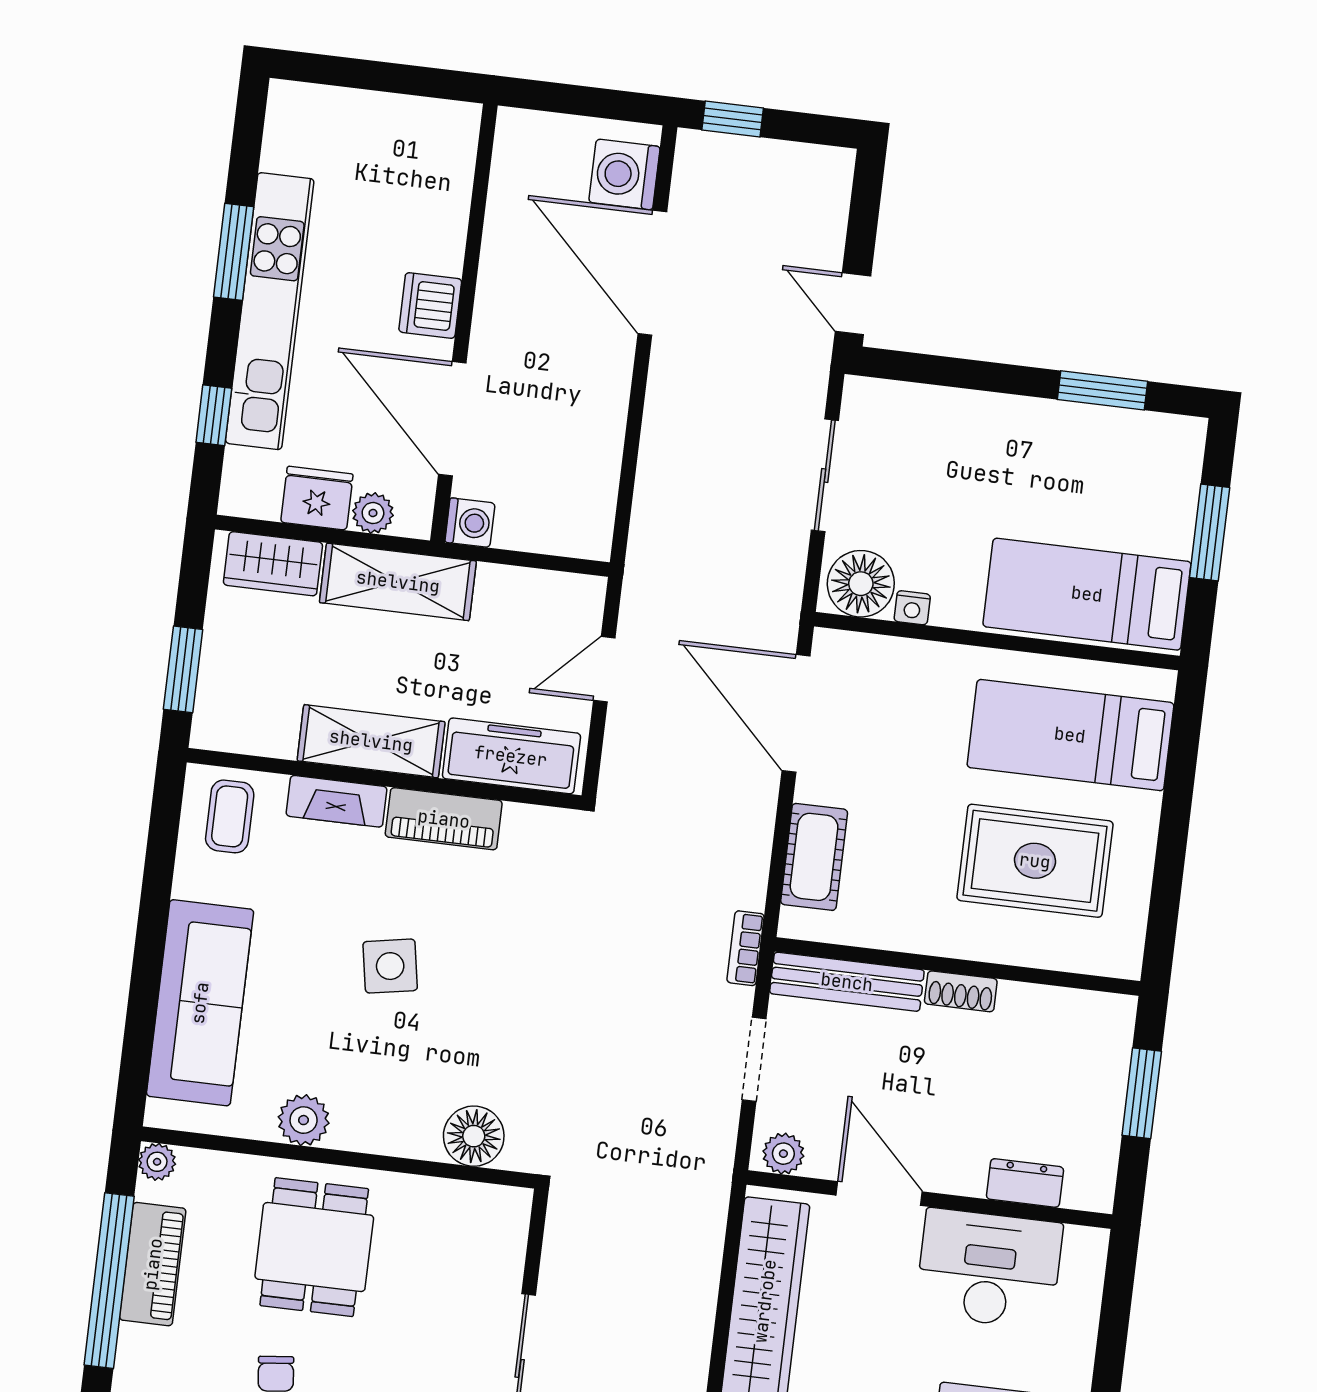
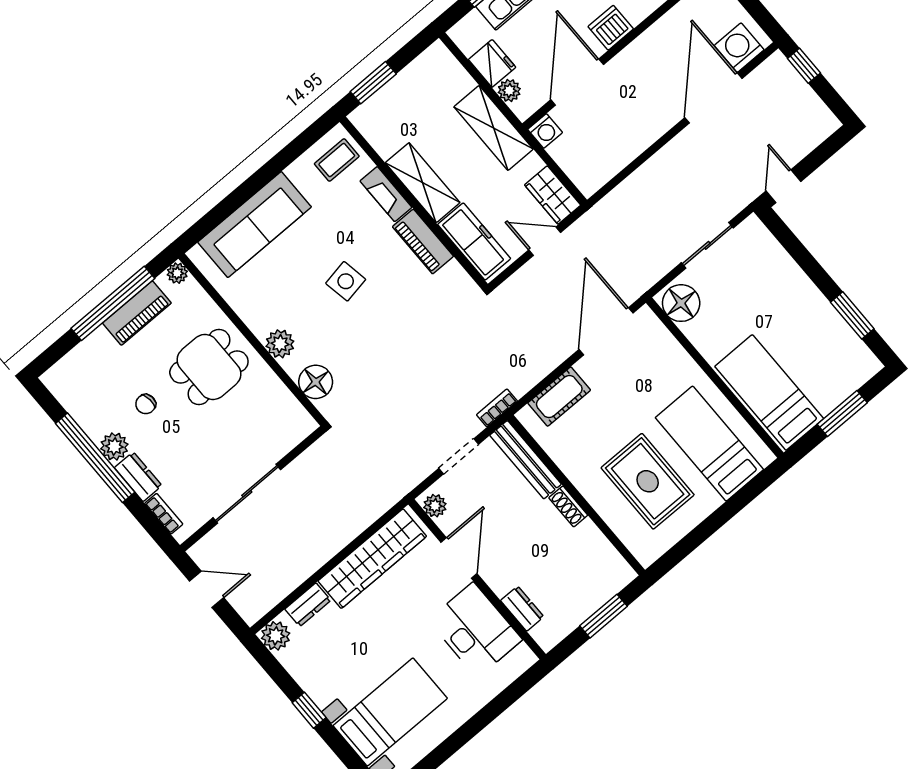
wardrobe: (273, 564) -> (553, 195), moved
nightstand: (912, 608) -> (693, 332), removed
plant: (304, 1120) -> (280, 344), moved

